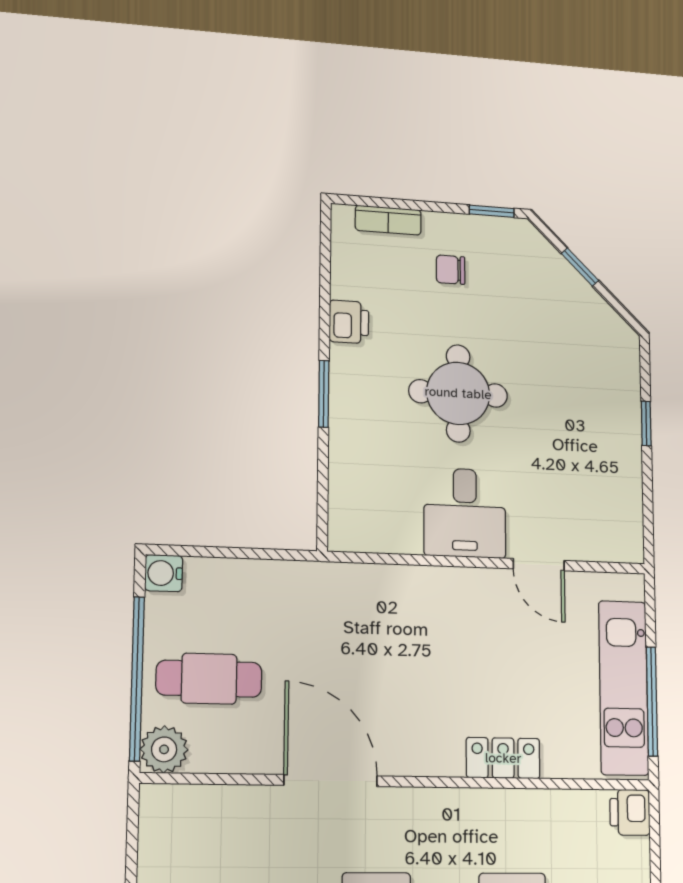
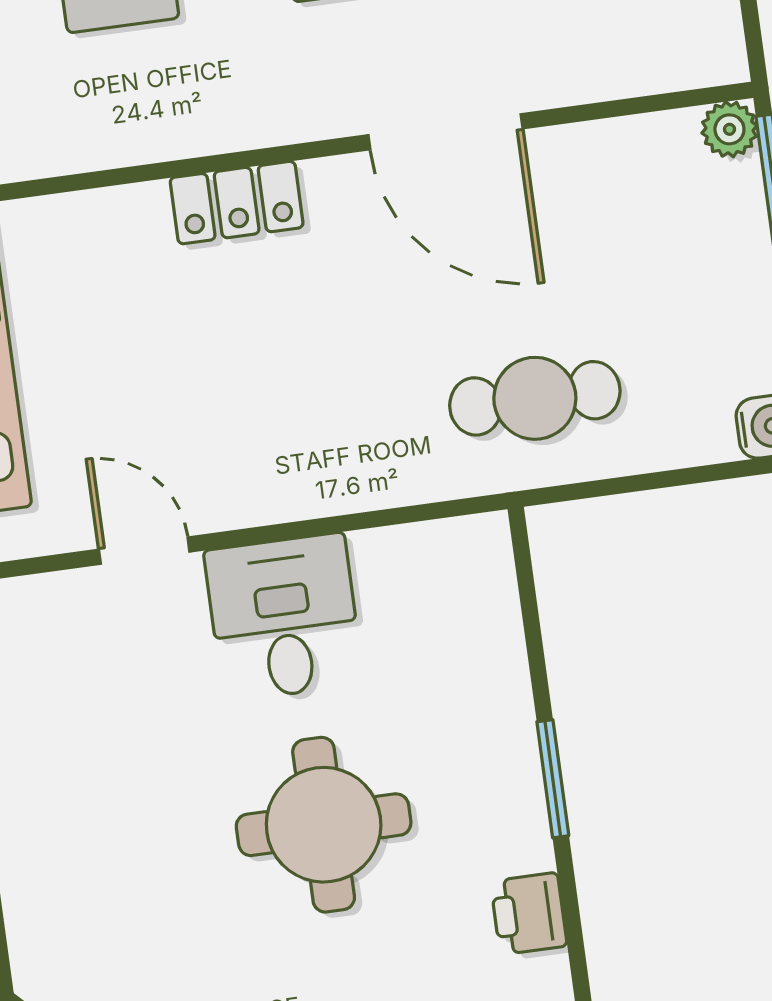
cafe table: (209, 679) -> (535, 398), moved
plant: (164, 749) -> (729, 129), width x0.73, depth x0.73
locker: (503, 758) -> (237, 203), moved

